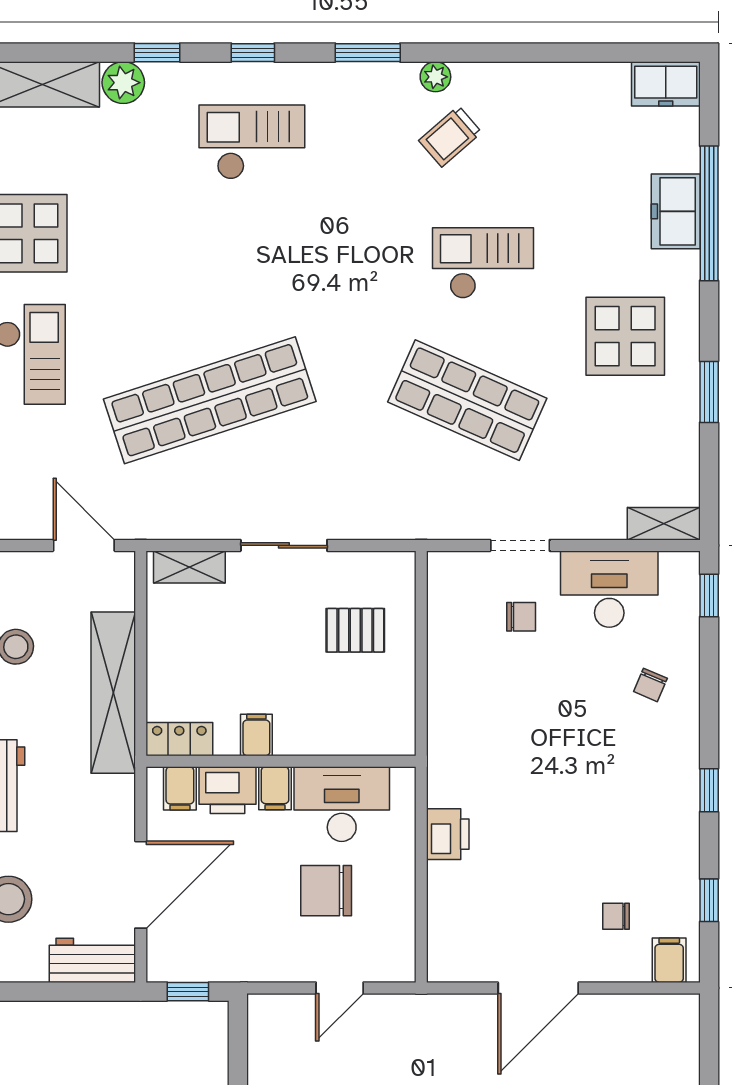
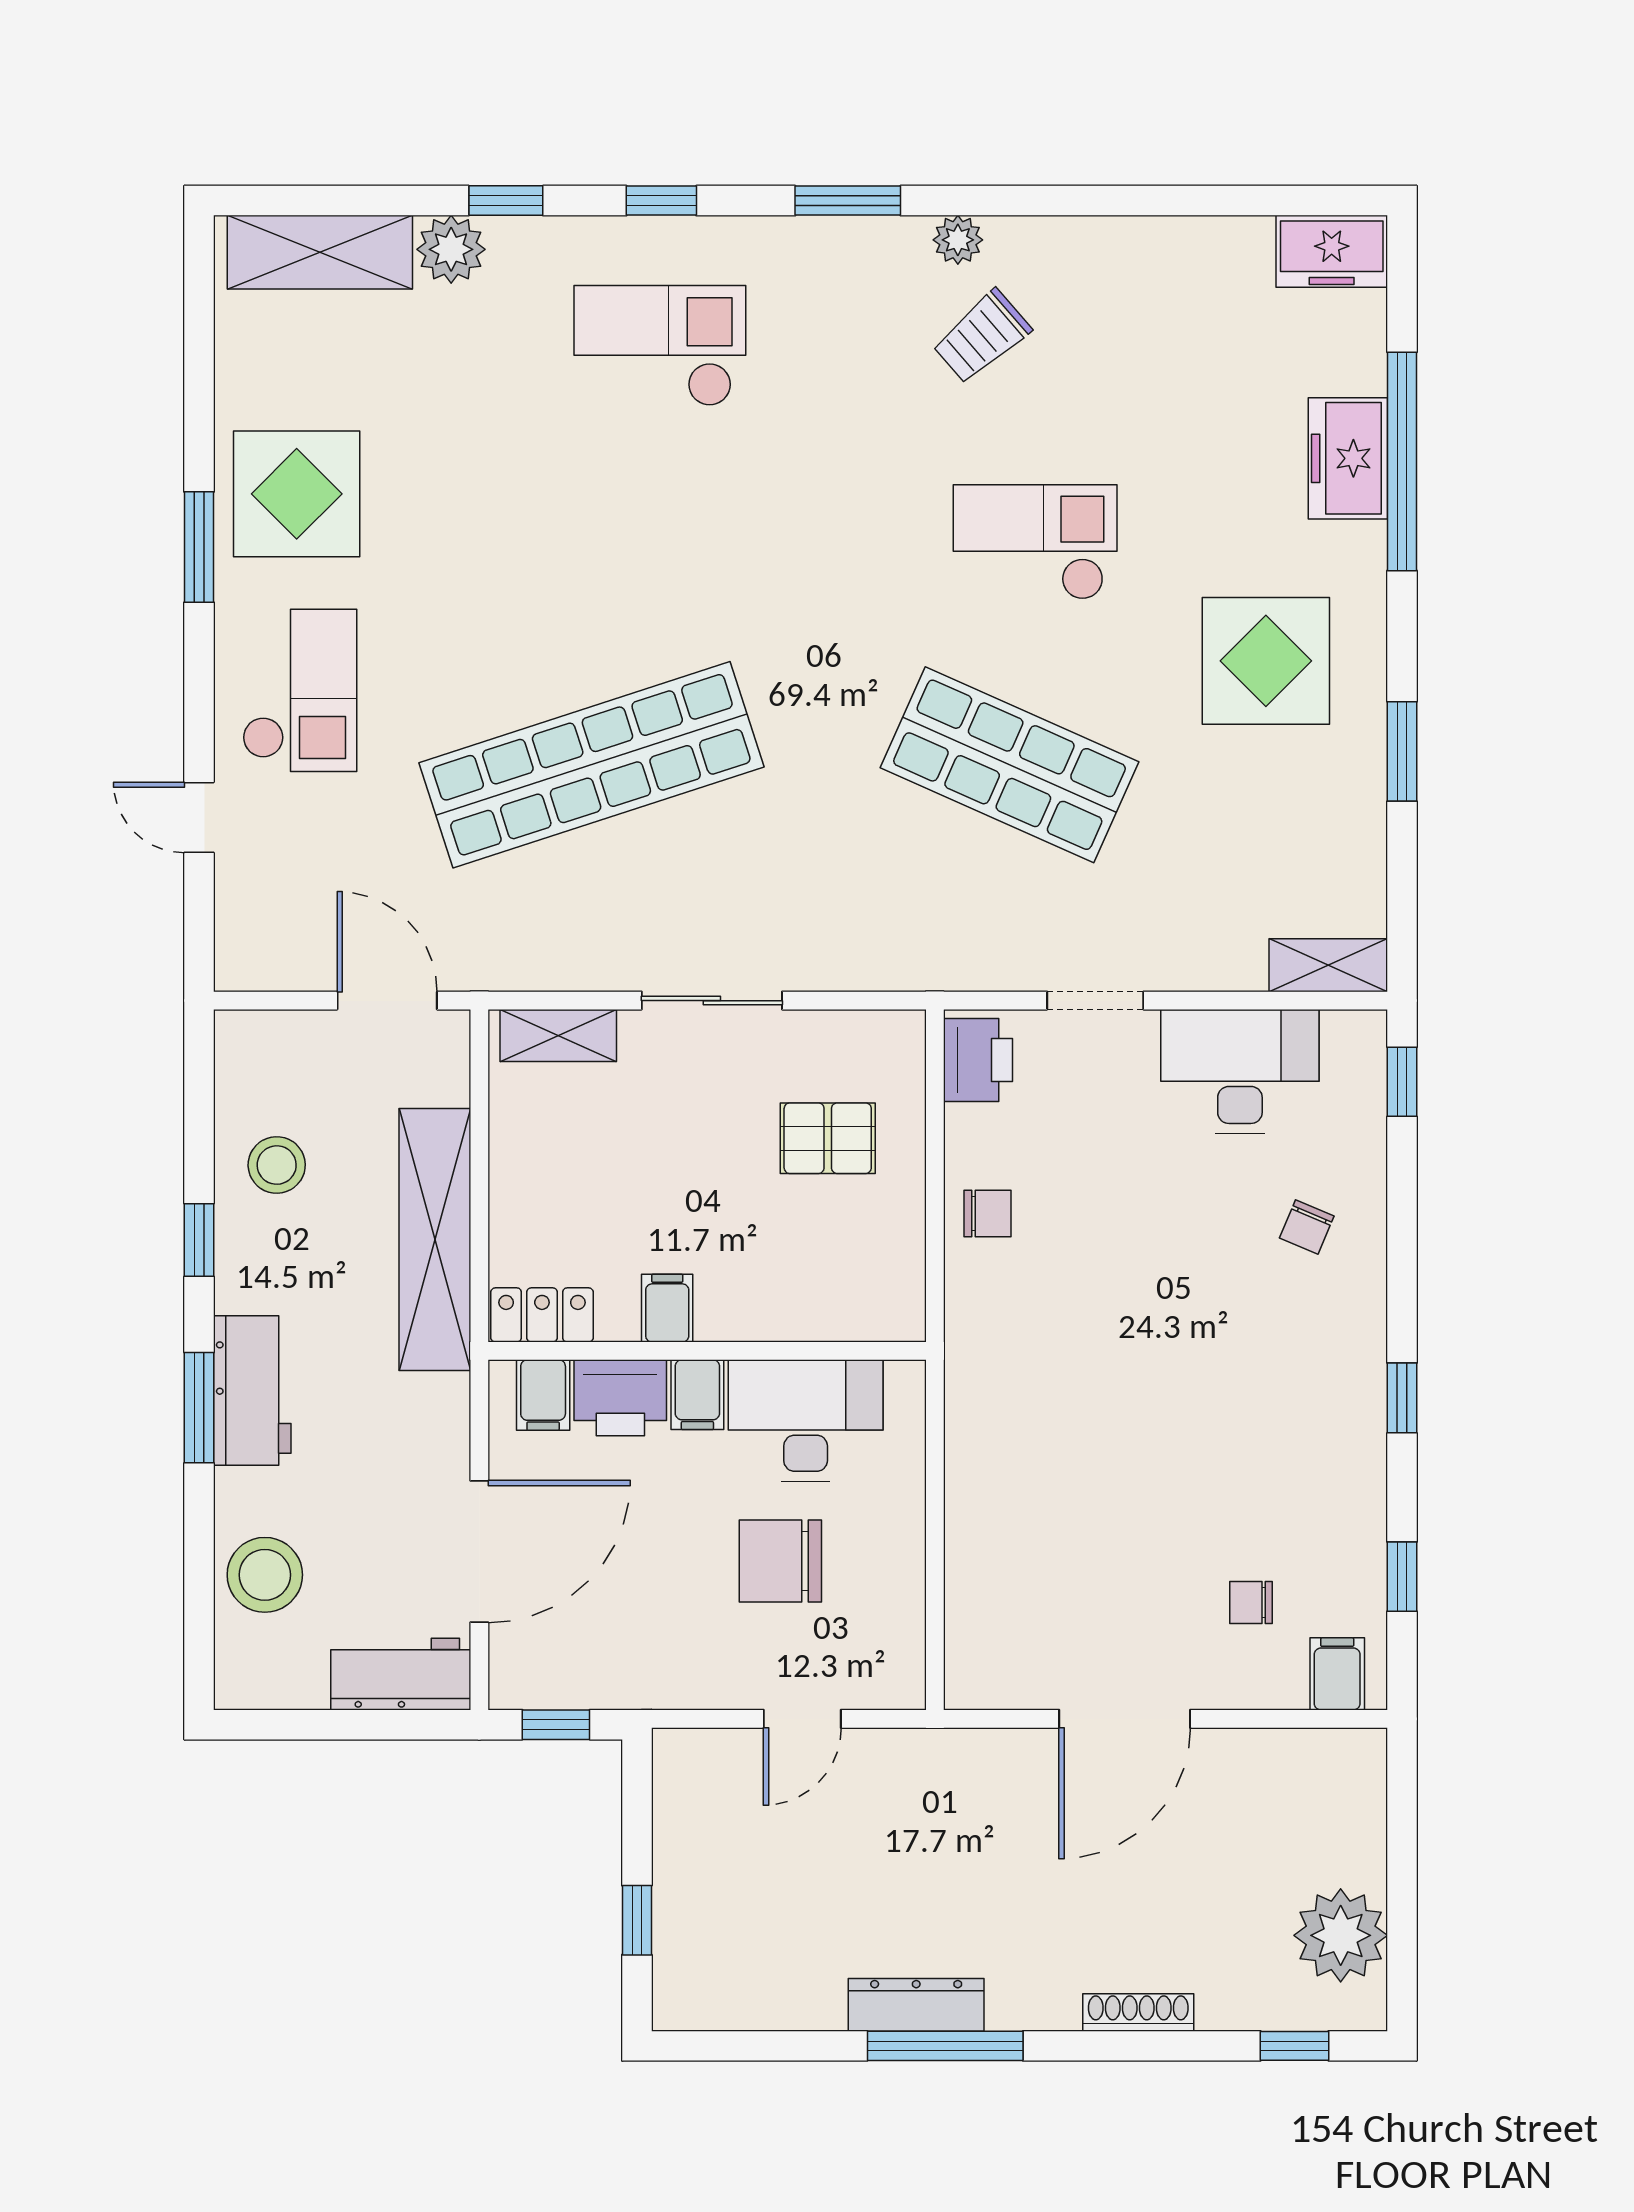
chair: (521, 617) -> (987, 1213), moved
printer: (448, 834) -> (978, 1060), moved

